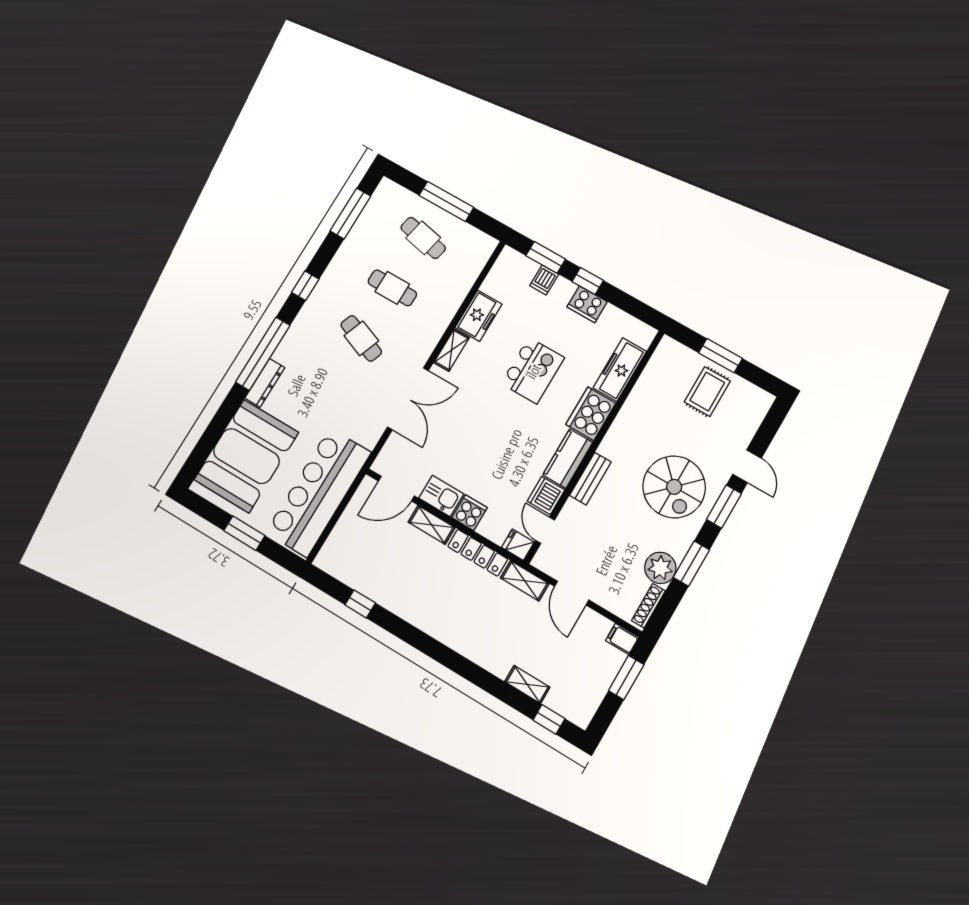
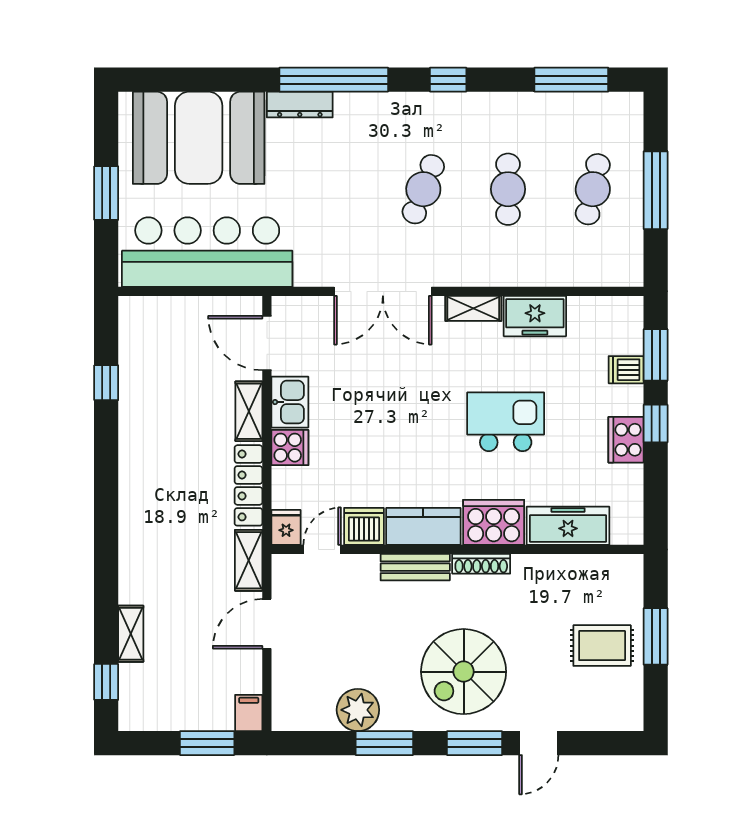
kitchen island: (533, 371) -> (506, 422), turned 180
shoe rack: (648, 606) -> (481, 564), moved, turned 180

